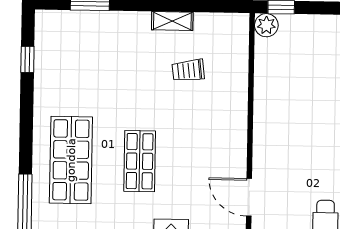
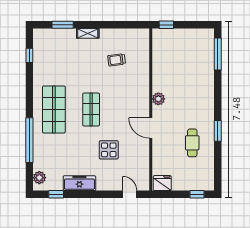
shelving: (172, 21) -> (88, 33), moved
plant: (266, 25) -> (158, 99), moved

